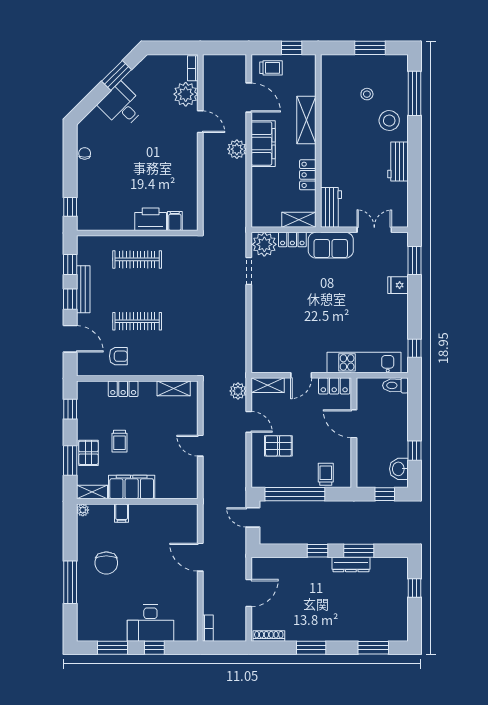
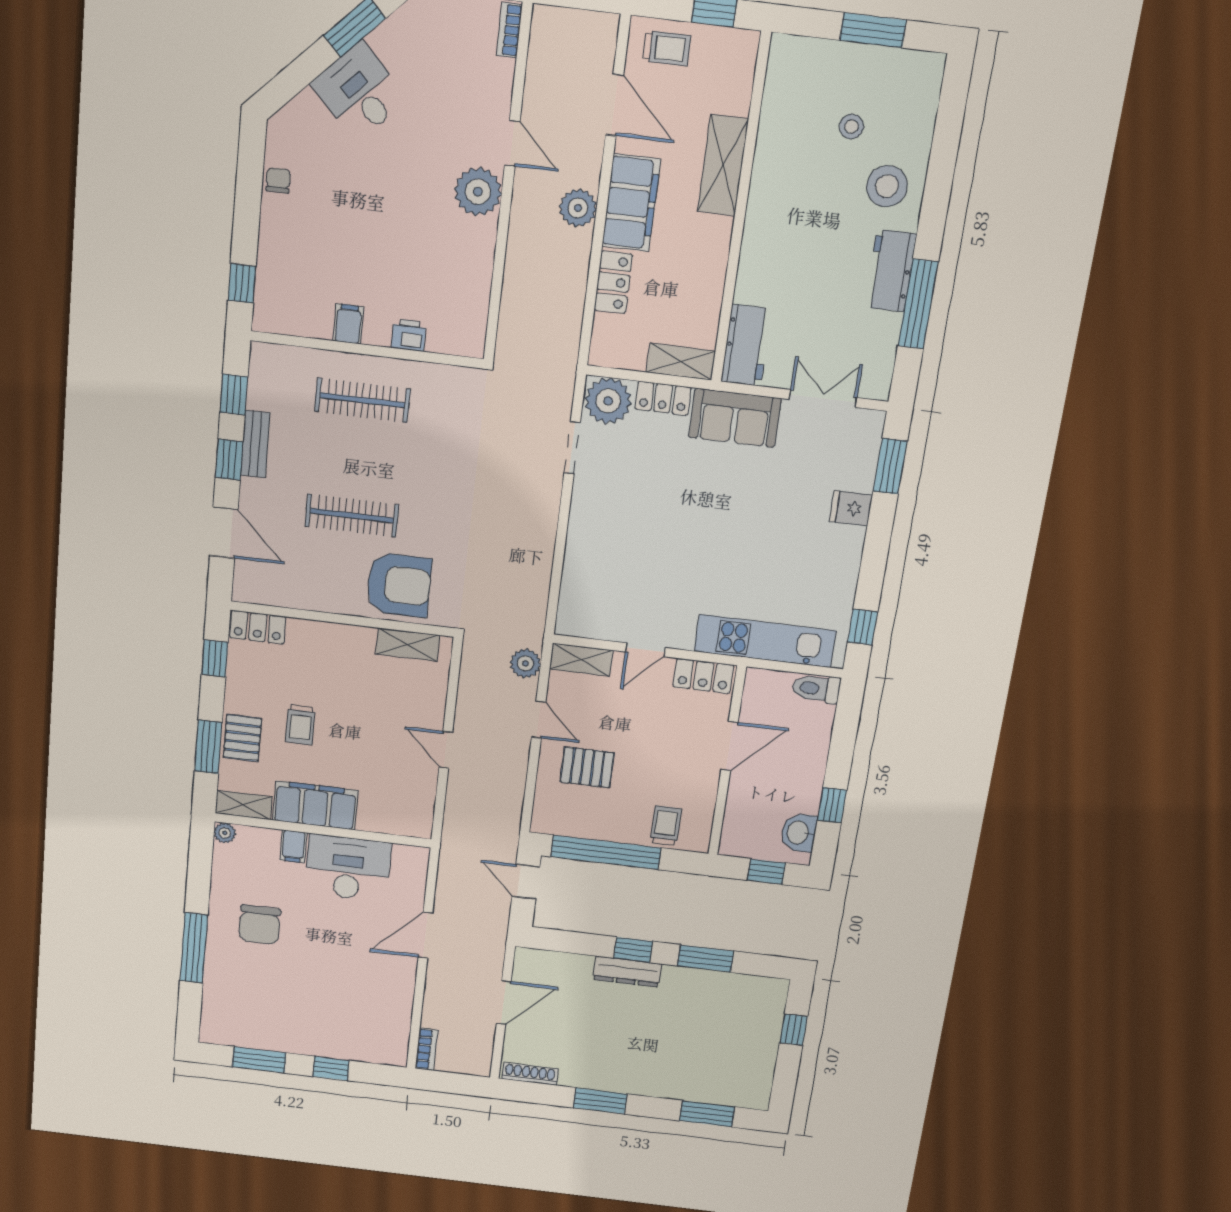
window: (415, 93) -> (918, 304), moved
plant: (186, 94) -> (478, 192), moved
locker: (308, 175) -> (613, 282), moved, turned 180
printer: (151, 219) -> (409, 335), width x0.53, depth x0.68
filing cabinet: (175, 221) -> (348, 324), moved
bench: (83, 289) -> (255, 444), width x0.73
armchair: (118, 356) -> (399, 585), moved, width x1.88, depth x1.88
locker: (123, 389) -> (258, 627), moved
door: (354, 424) -> (730, 746), swing flipped
door: (200, 557) -> (425, 935), hinge flipped
dresser: (351, 565) -> (627, 972), moved
desk: (150, 623) -> (348, 868), moved, turned 180

